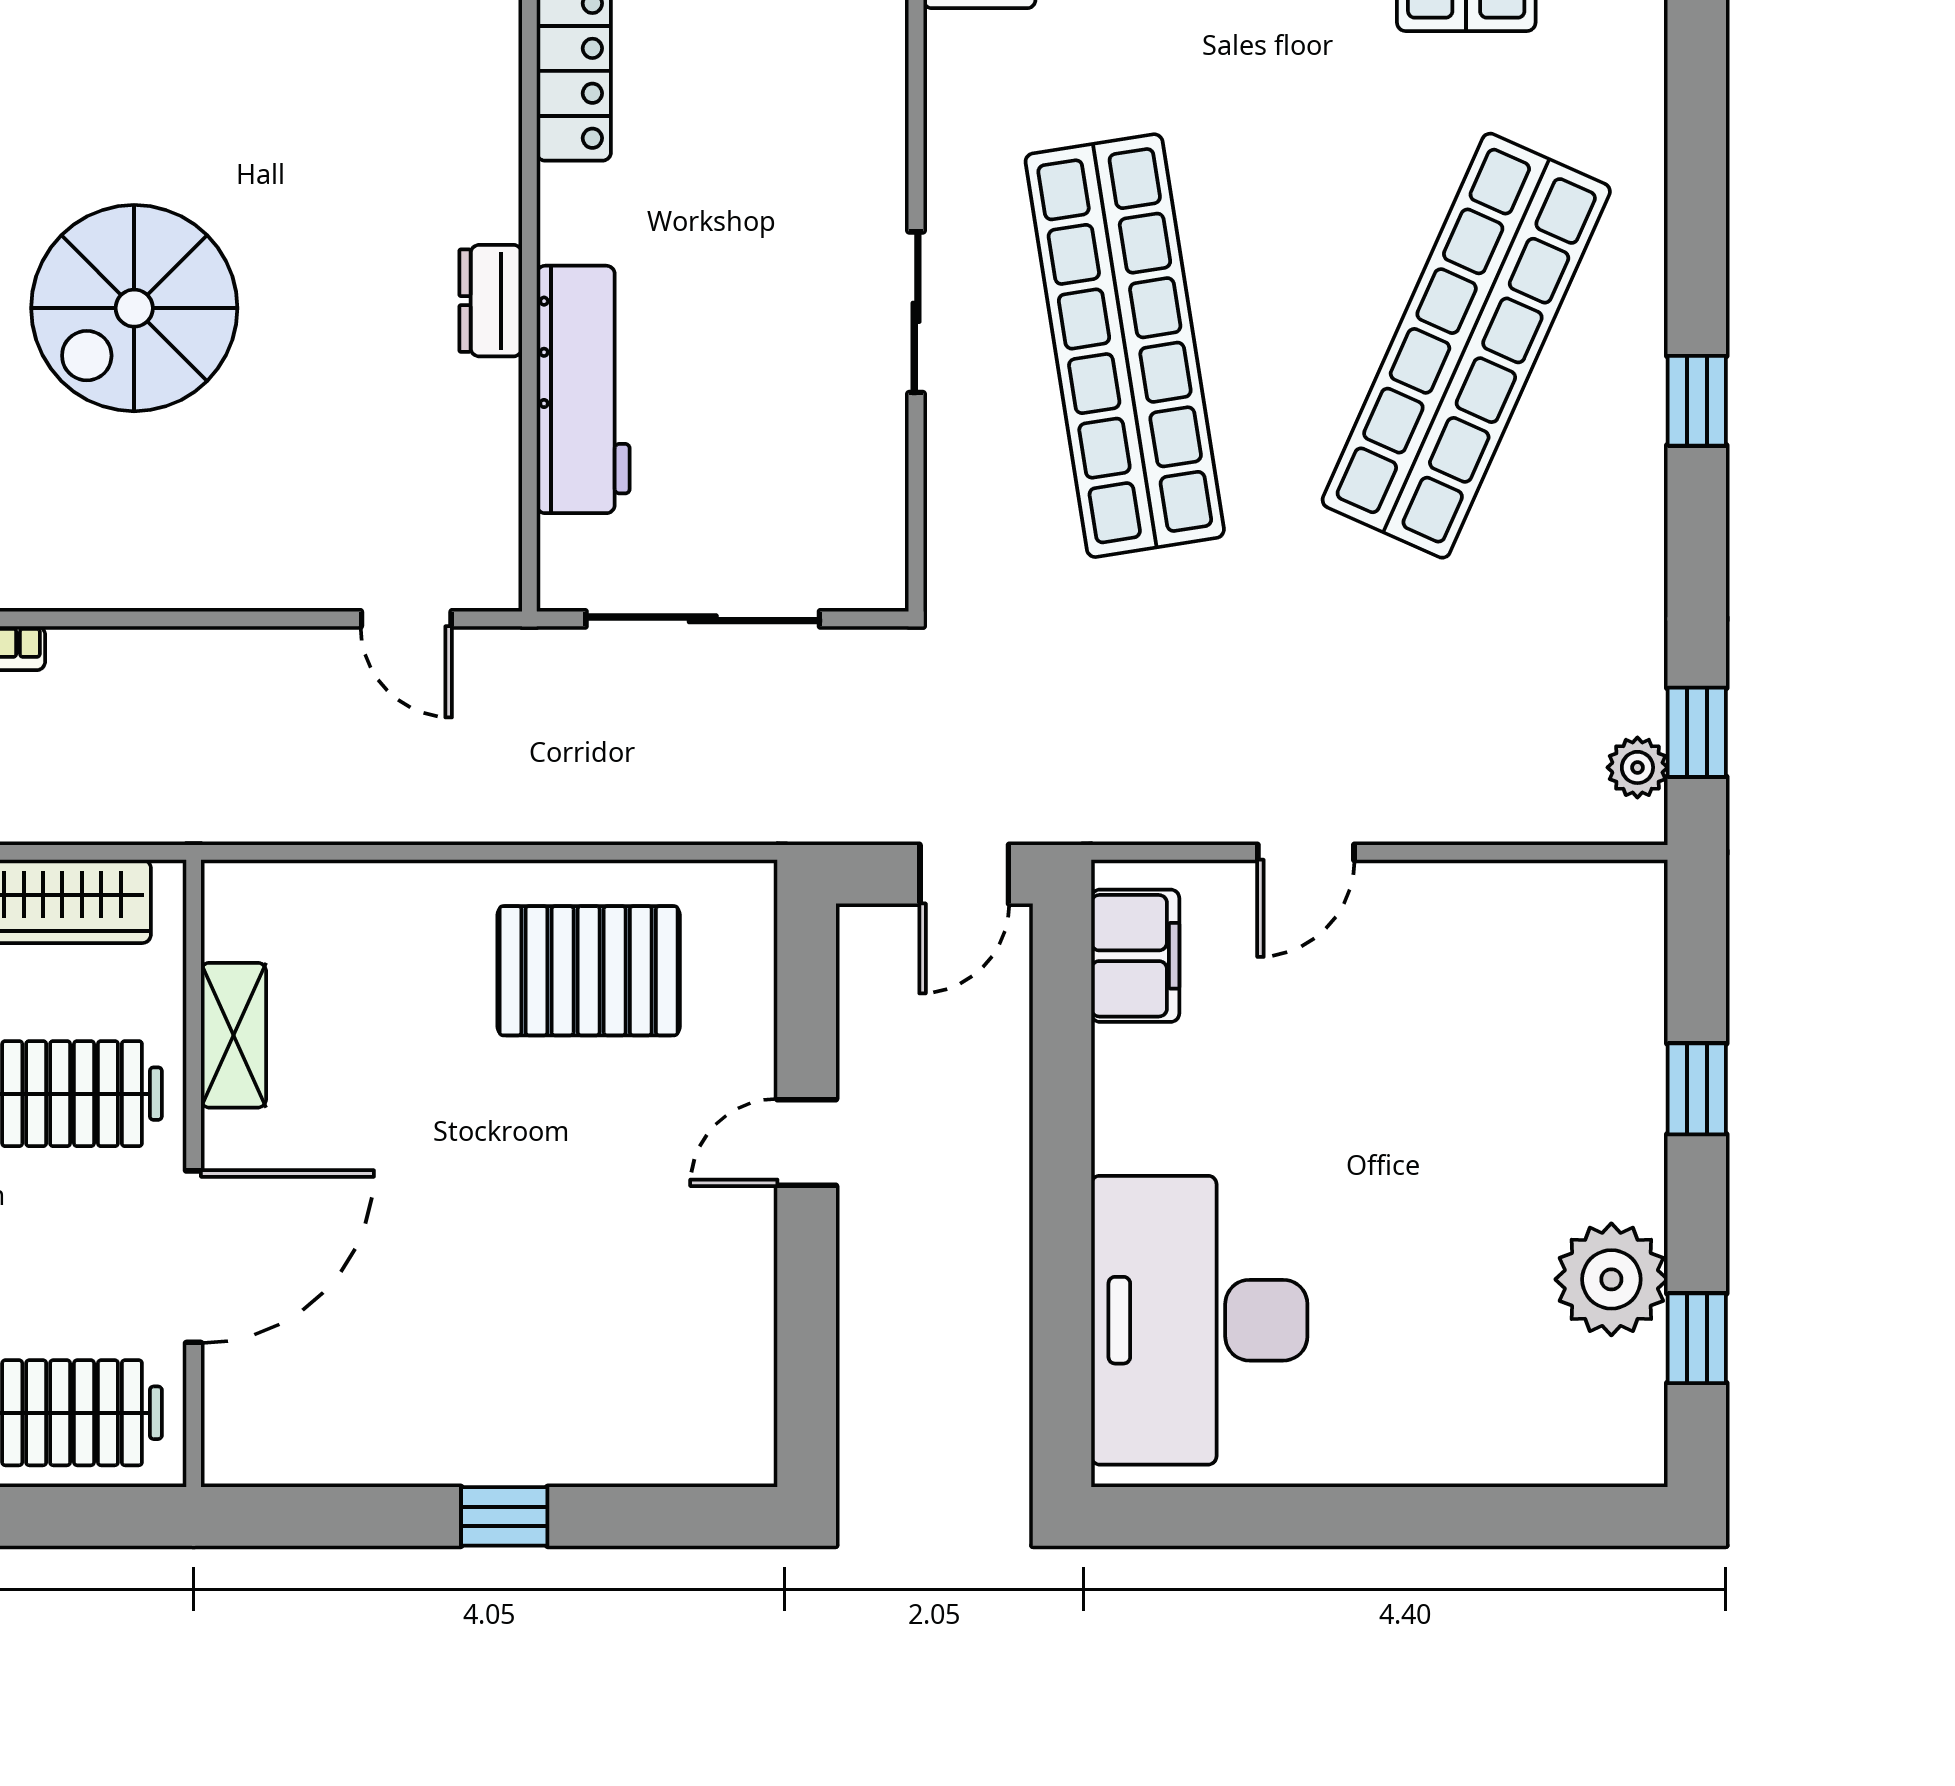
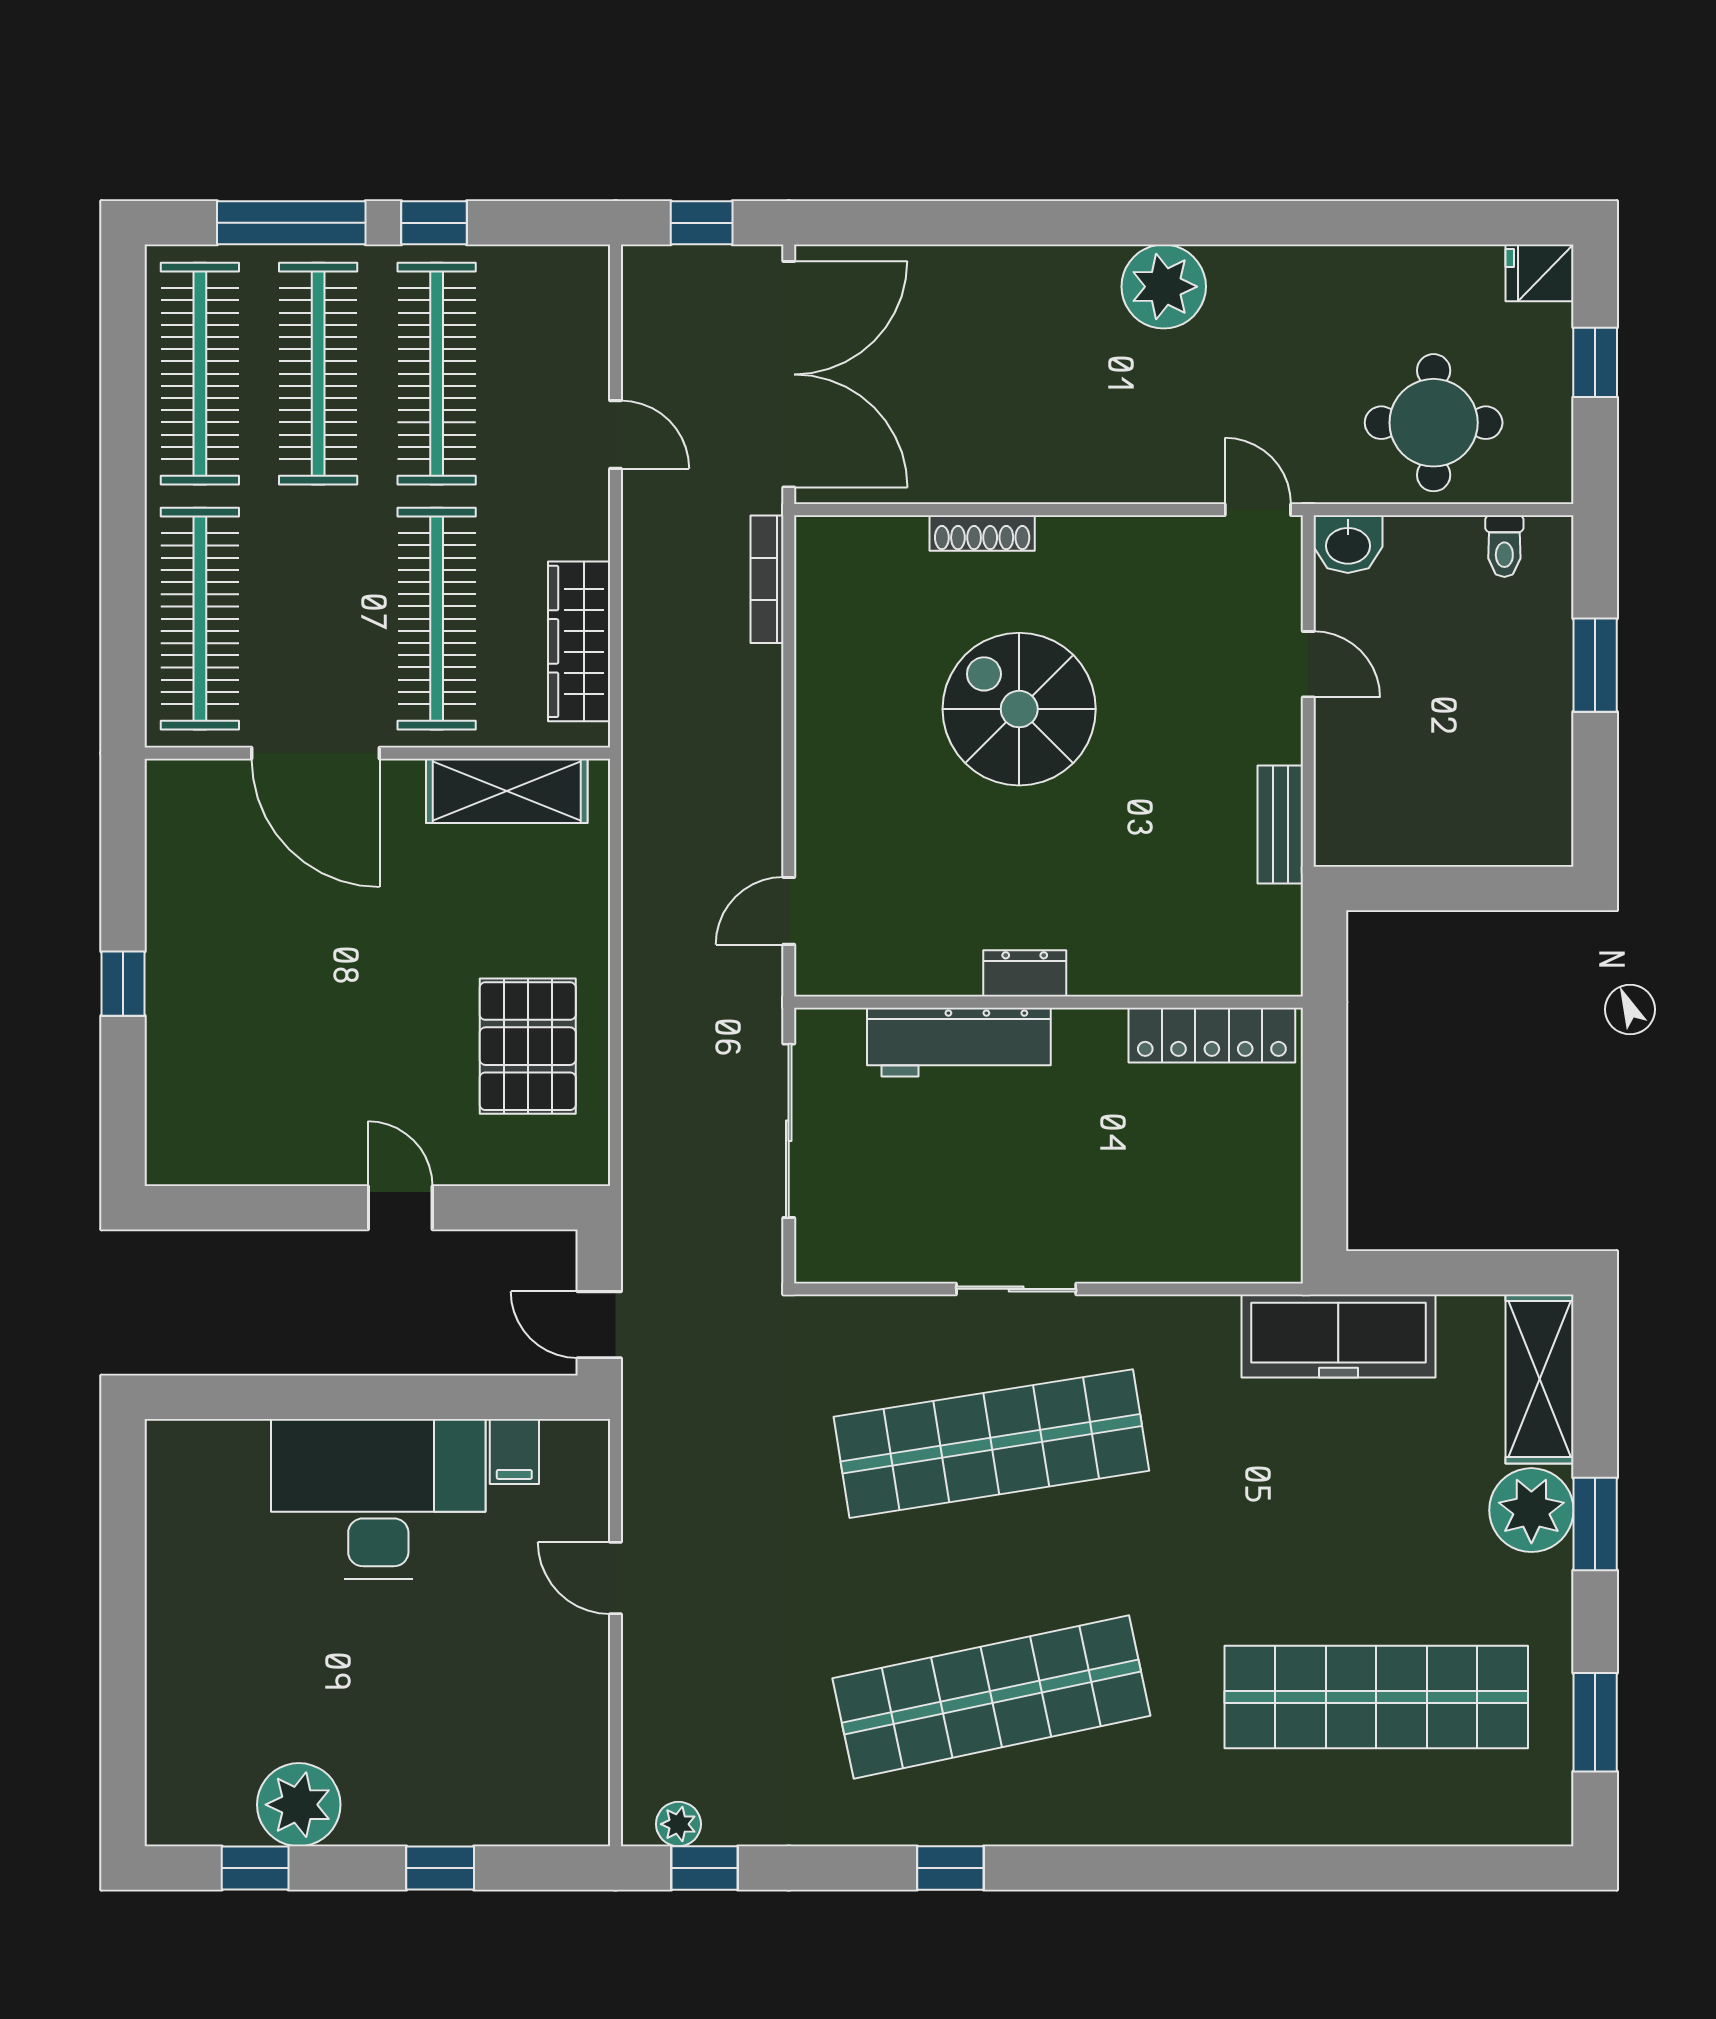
shop shelf: (1466, 346) -> (991, 1697), turned -36
filing cabinet: (1135, 956) -> (514, 1452), width x0.50
shelving: (234, 1035) -> (507, 791), width x1.50, depth x1.33
desk: (1199, 1320) -> (378, 1499), moved

